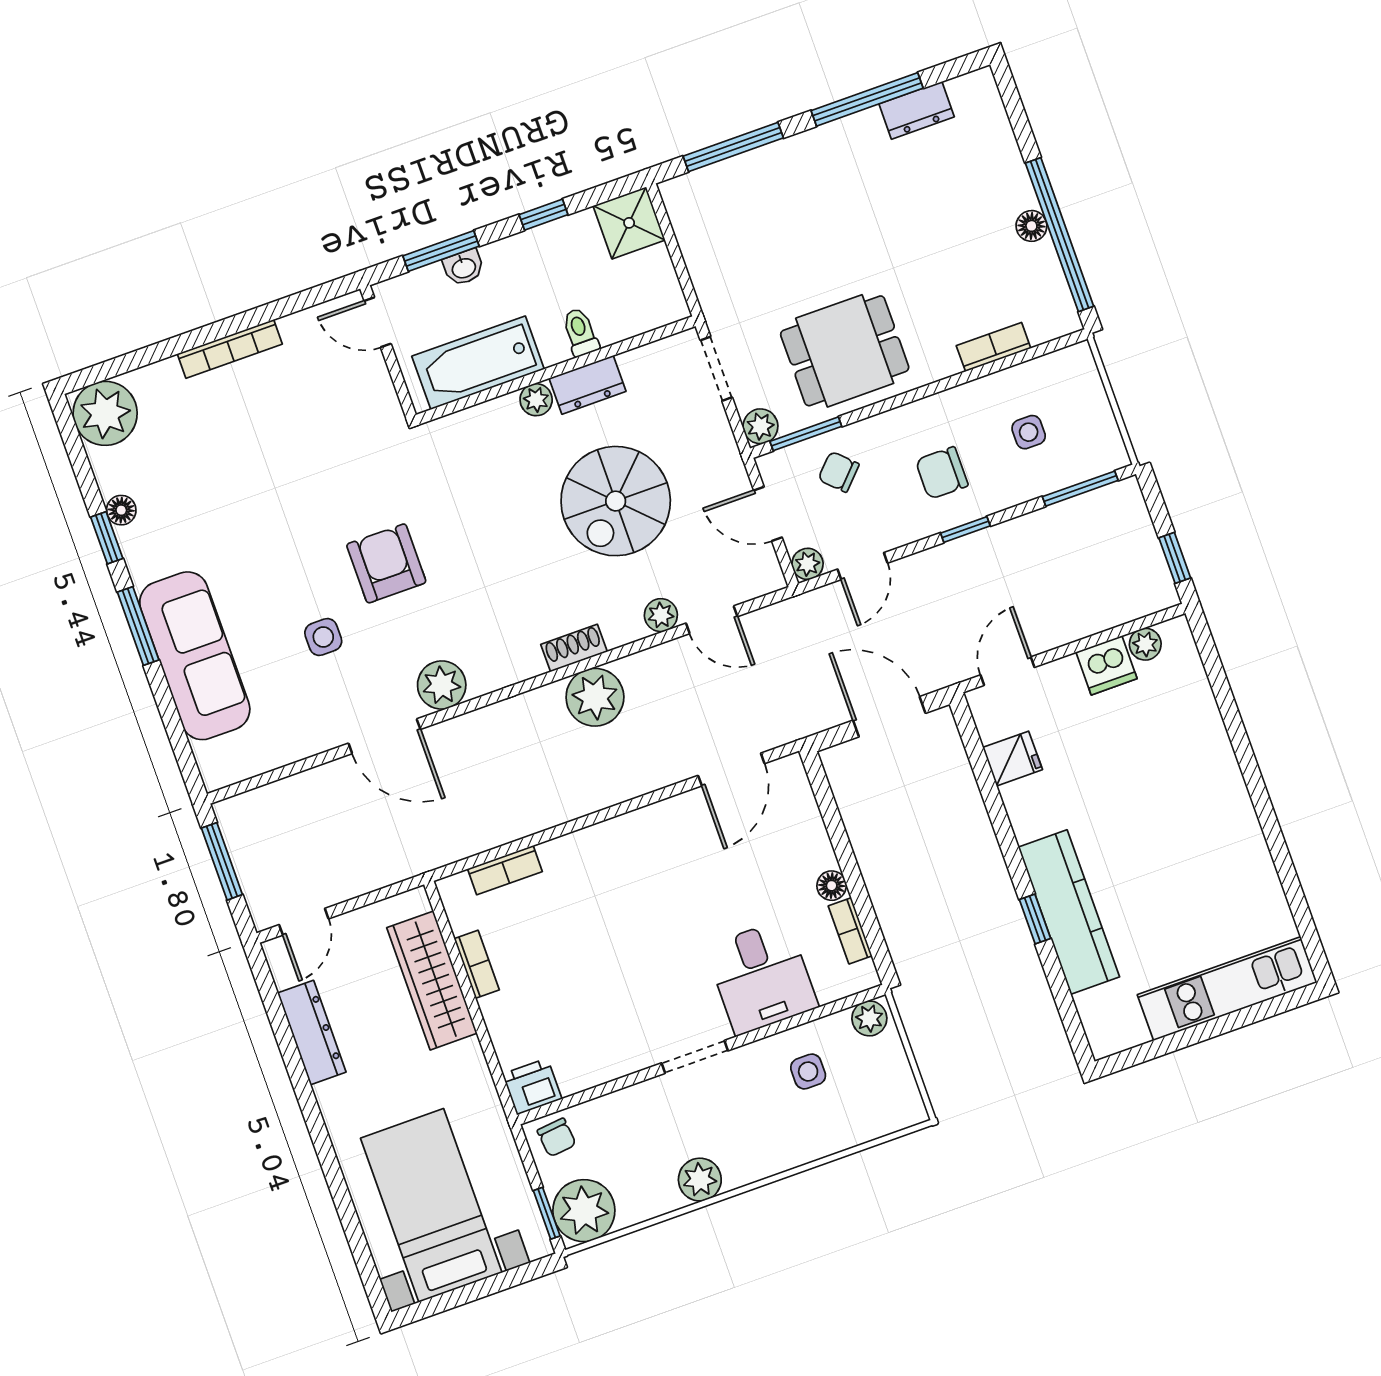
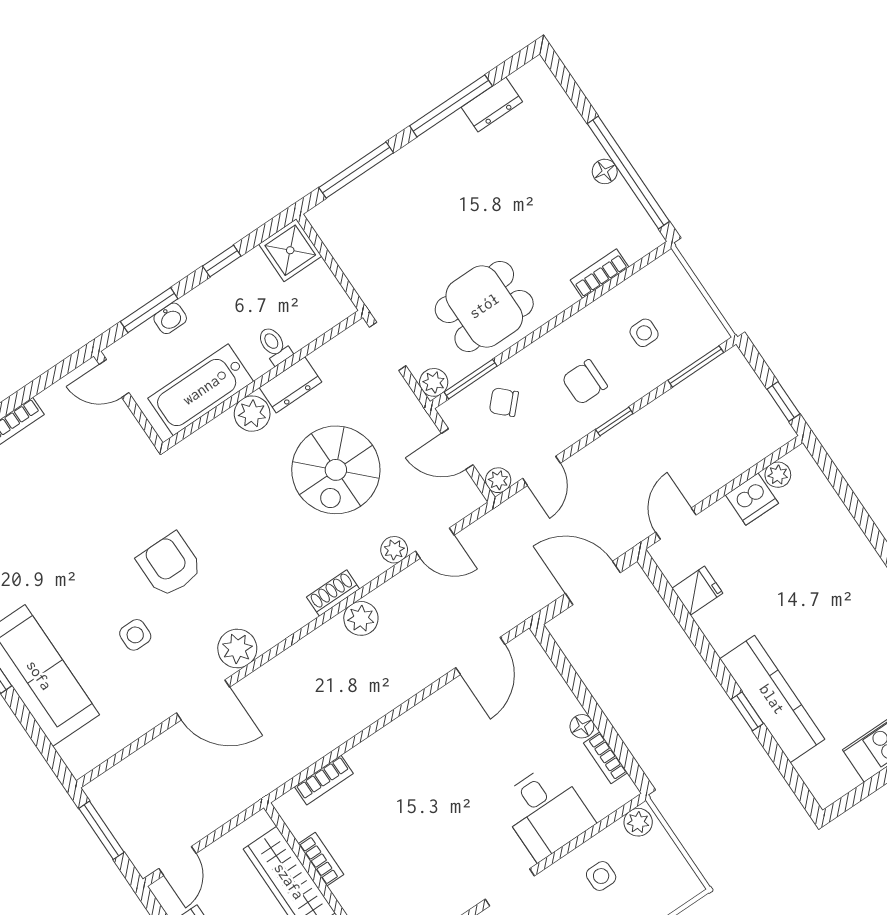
plant: (536, 400) -> (252, 414), width x1.38, depth x1.38
plant: (595, 697) -> (361, 618), width x0.73, depth x0.73

